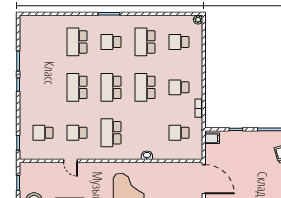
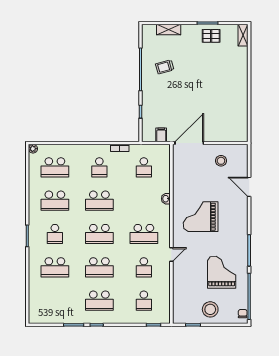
school desk: (179, 42) -> (55, 167), width x1.85
school desk: (43, 87) -> (99, 301), added
filing cabinet: (212, 138) -> (161, 135), moved
door: (70, 161) -> (171, 255), moved

